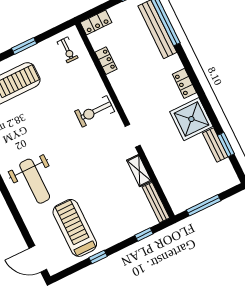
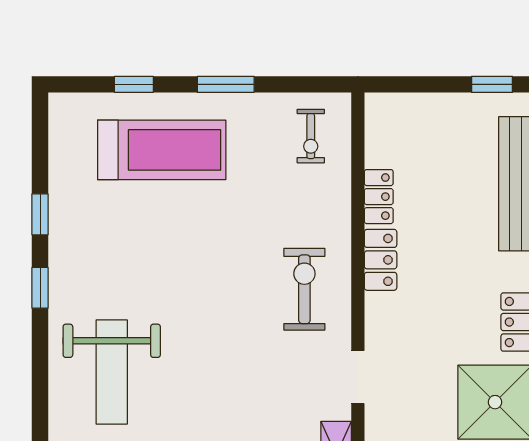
locker: (96, 23) -> (381, 260), moved, turned -90
exercise bike: (95, 111) -> (304, 289), turned 90

